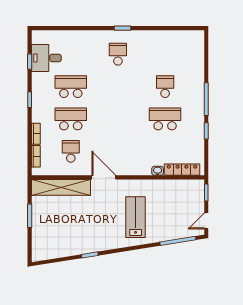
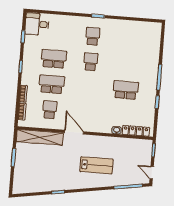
desk: (46, 58) -> (37, 24), moved
school desk: (165, 87) -> (91, 62), moved
lab bench: (136, 217) -> (96, 165), turned 90
door: (206, 221) -> (152, 173), hinge flipped

